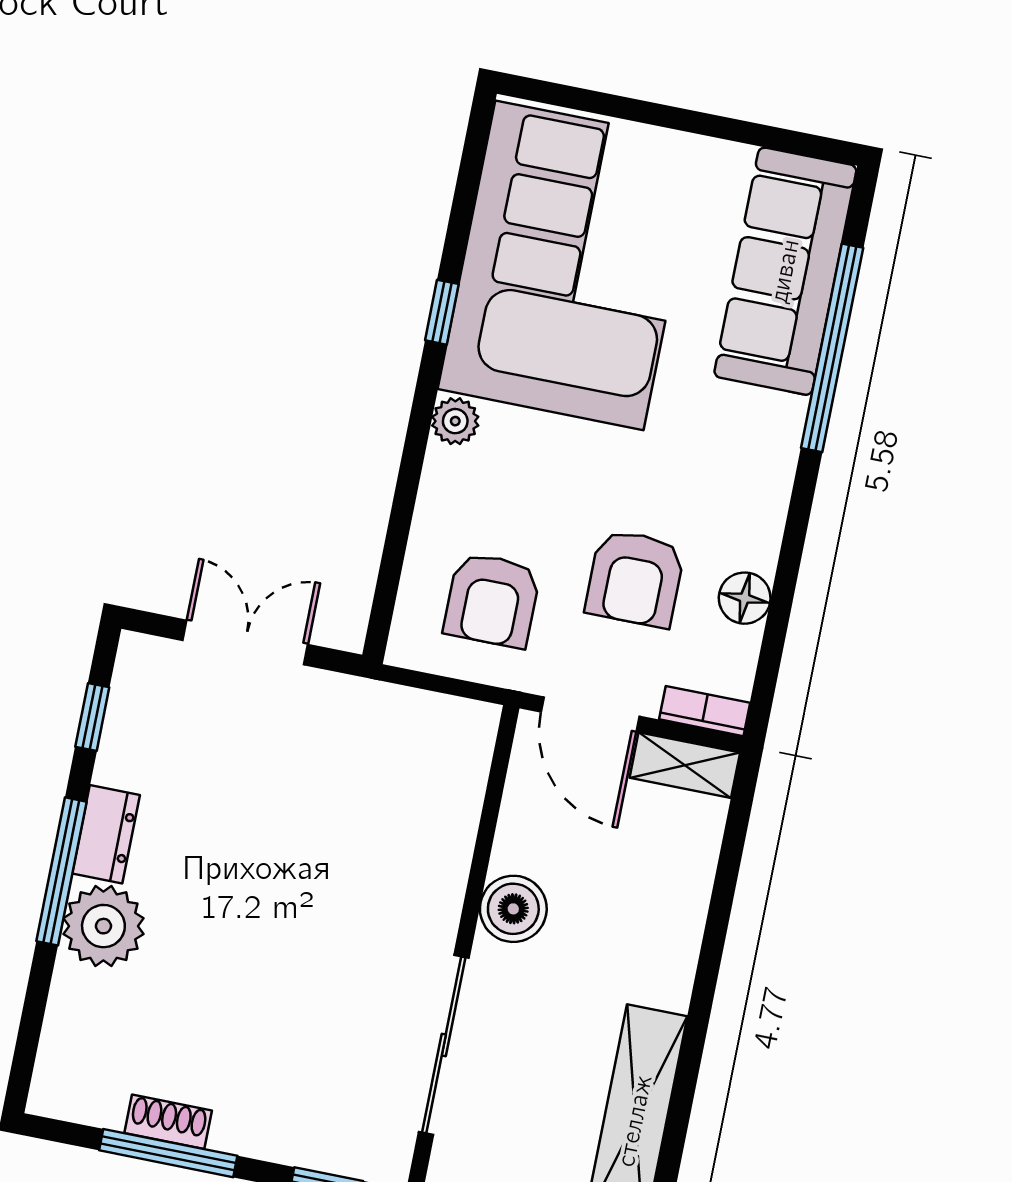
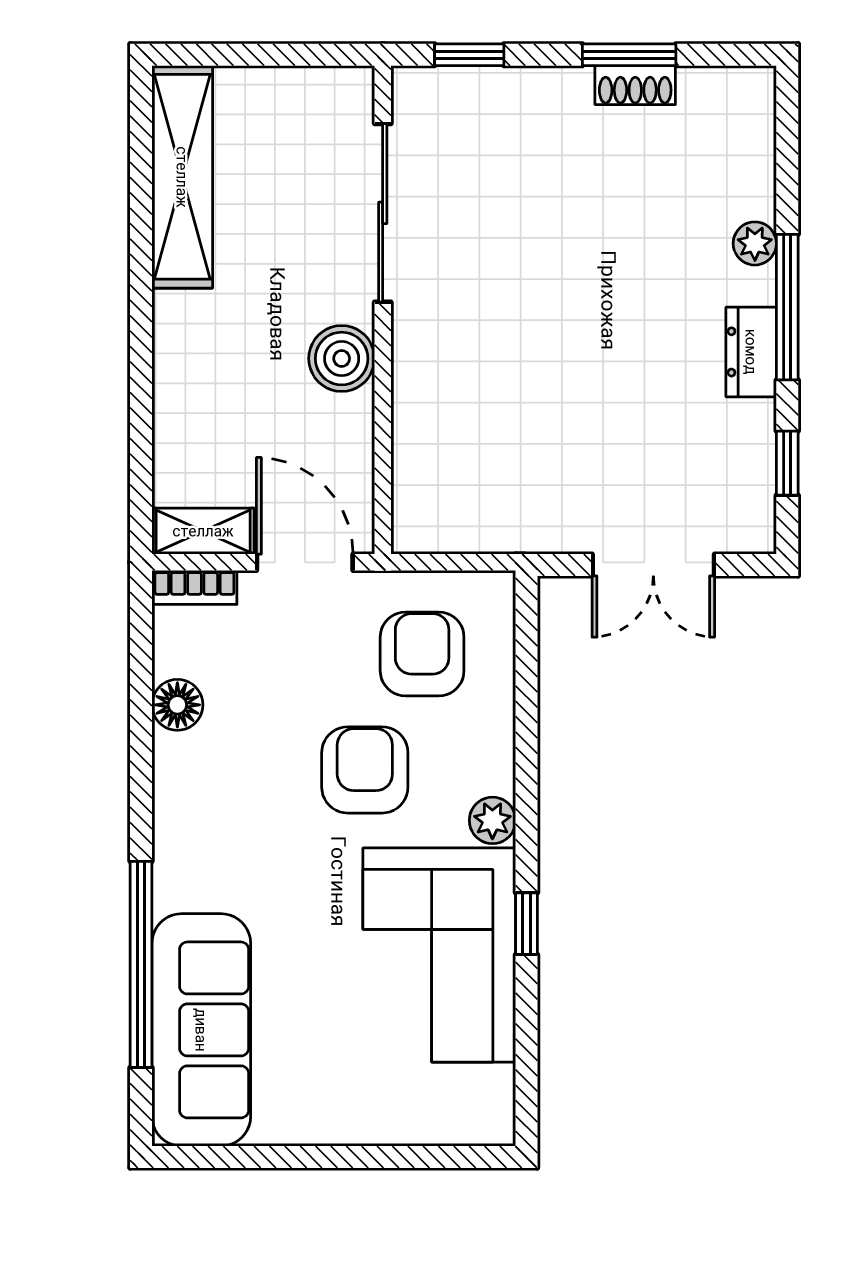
corner sofa: (569, 265) -> (439, 955), width x0.73, depth x0.74
armchair: (635, 578) -> (365, 770), moved
plant: (103, 926) -> (755, 243), width x0.53, depth x0.53
window: (168, 1153) -> (629, 55), width x0.69

